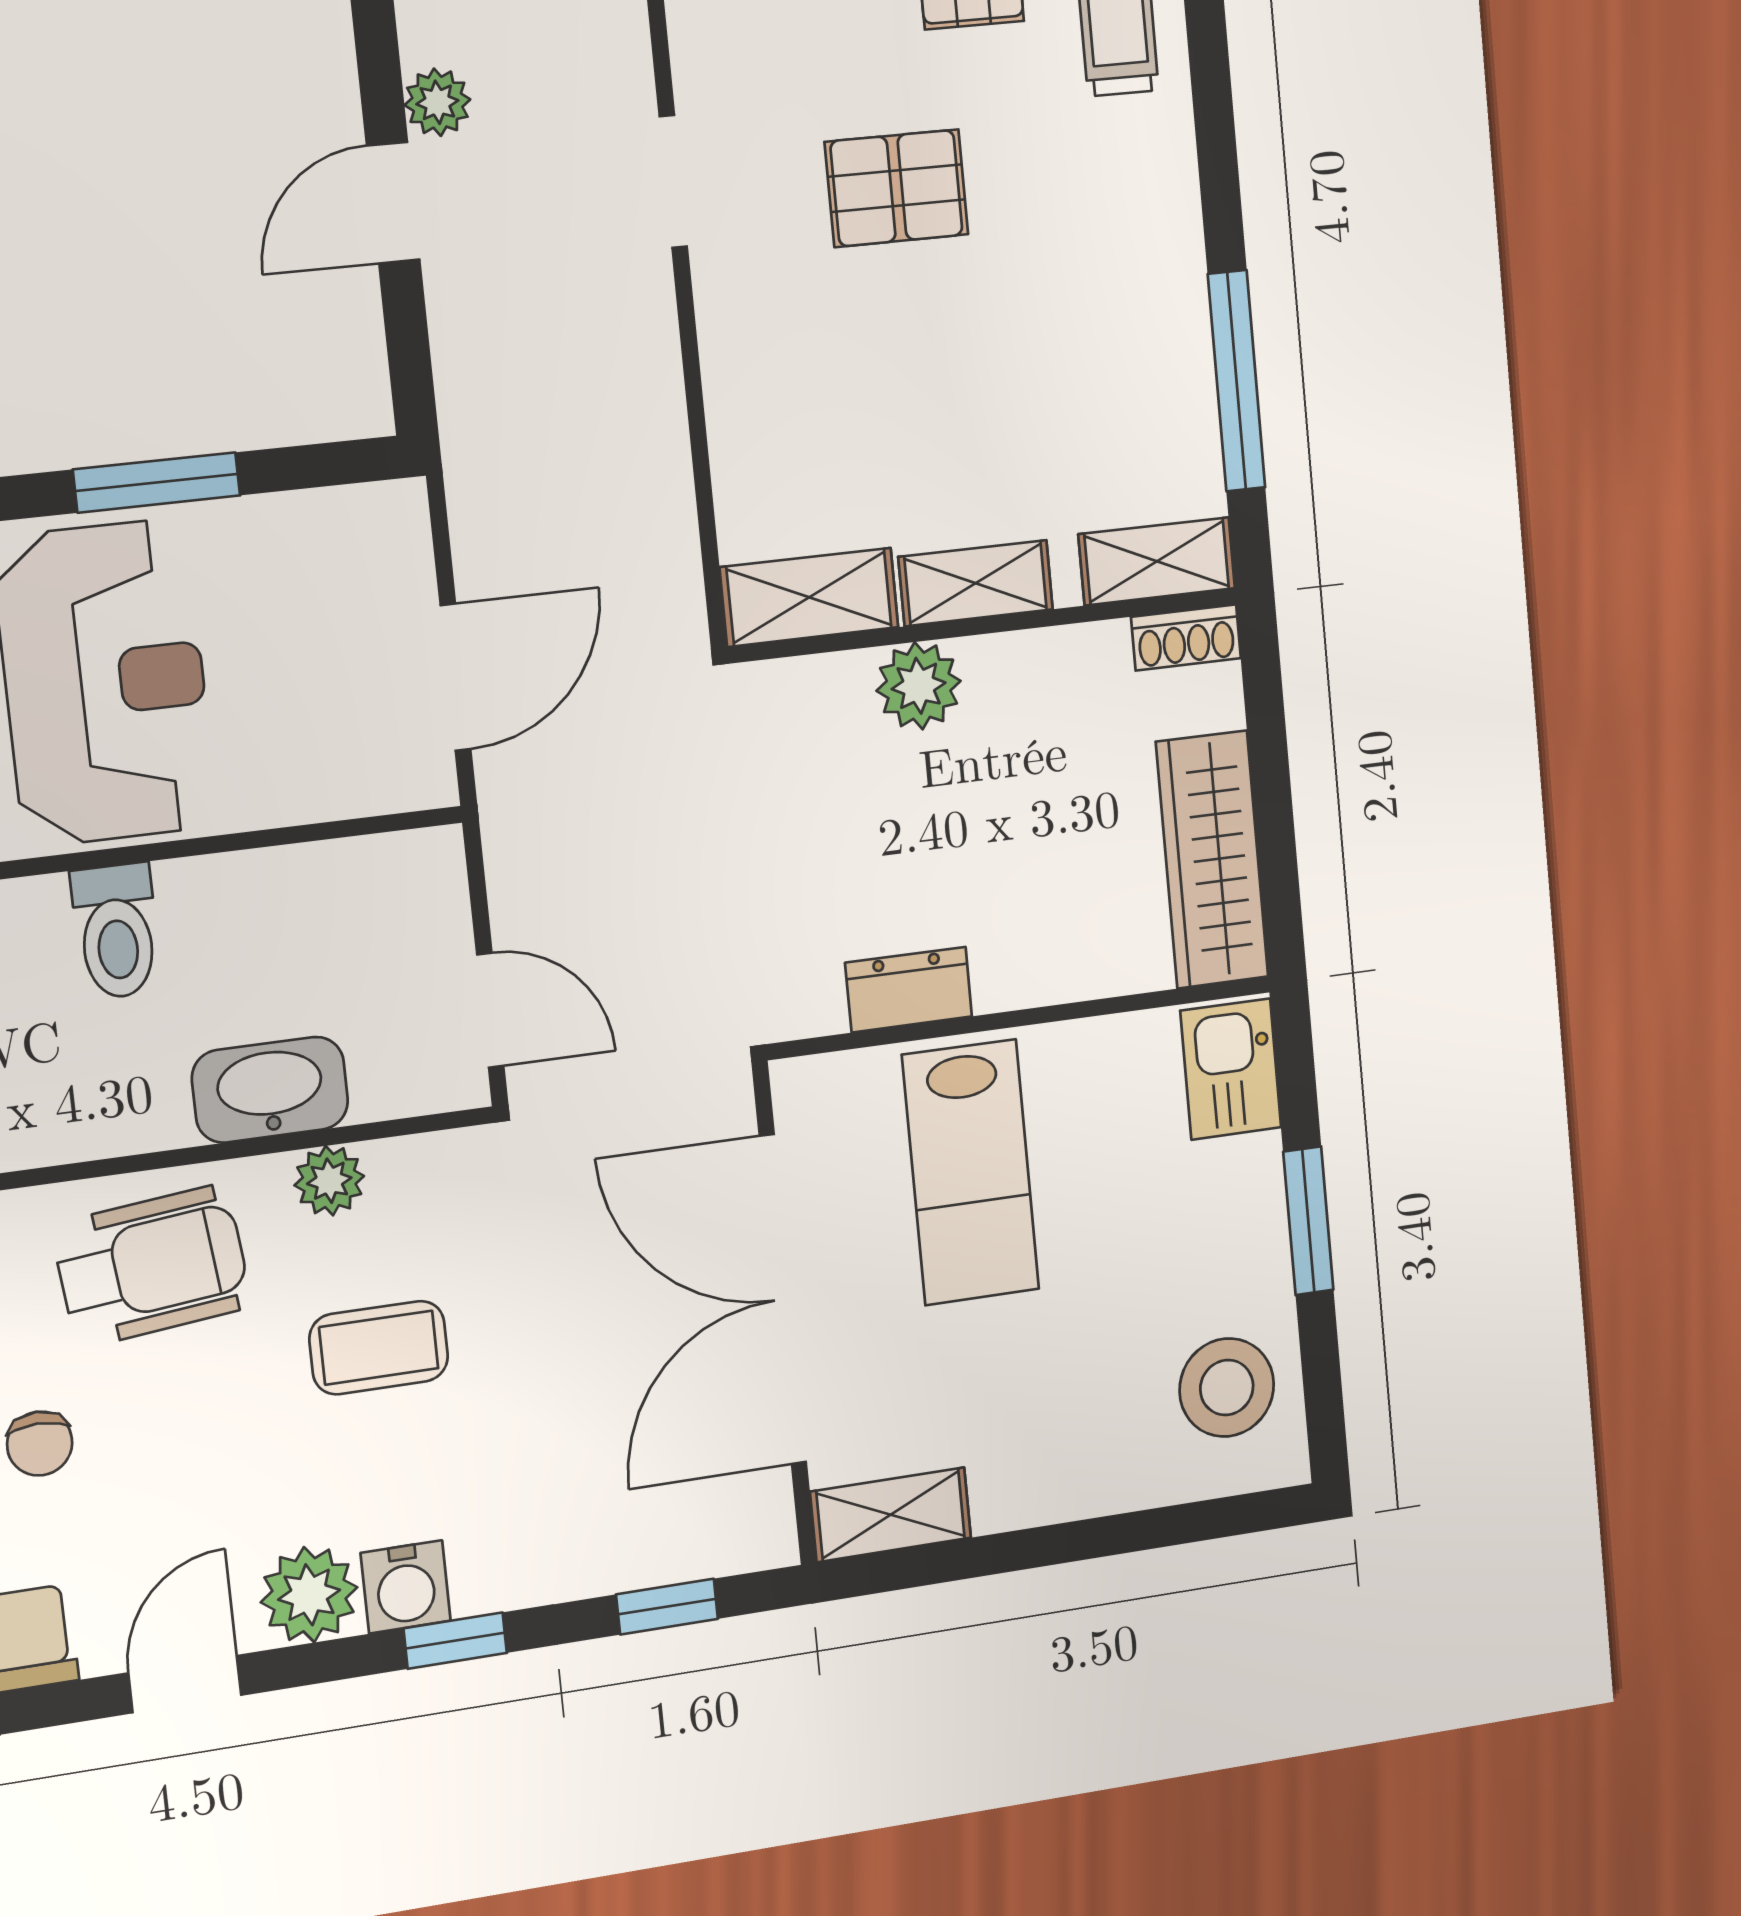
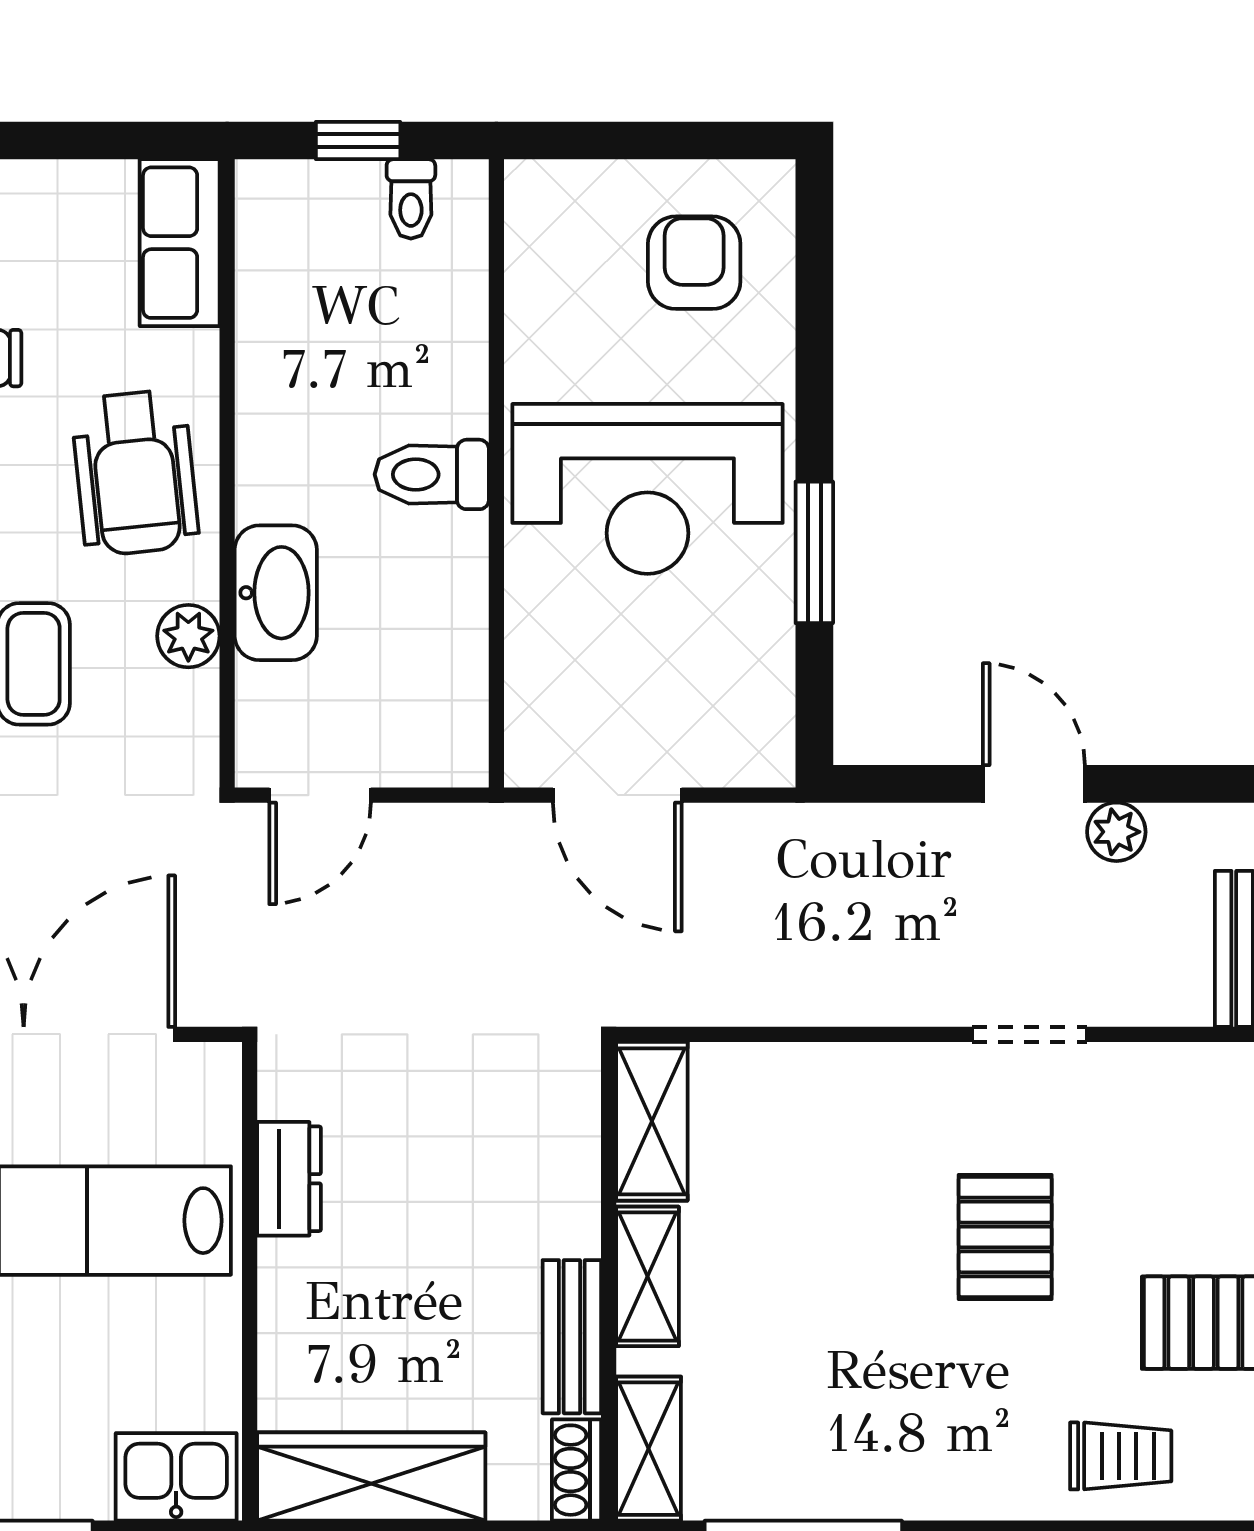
bench: (1047, 659) -> (572, 1337), added
plant: (919, 686) -> (562, 1215), removed

